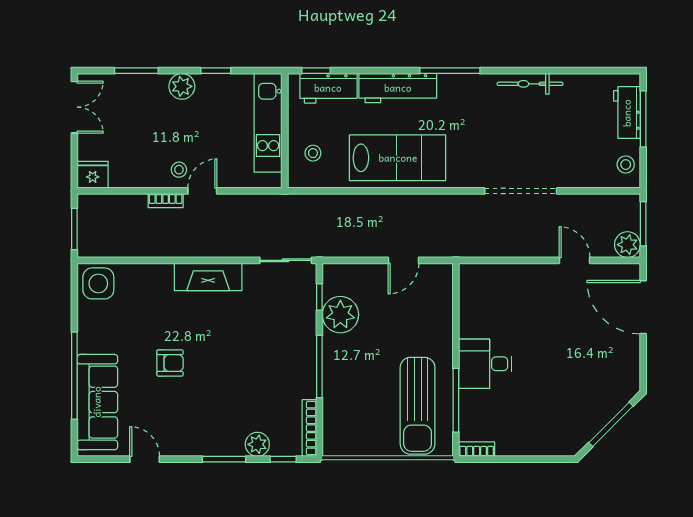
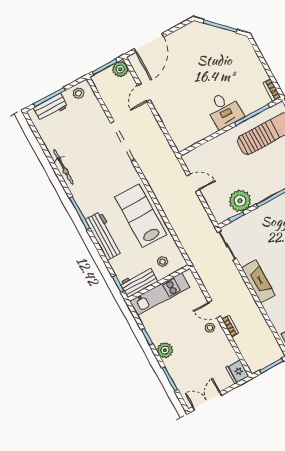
workbench: (328, 88) -> (139, 282), moved, turned -90

